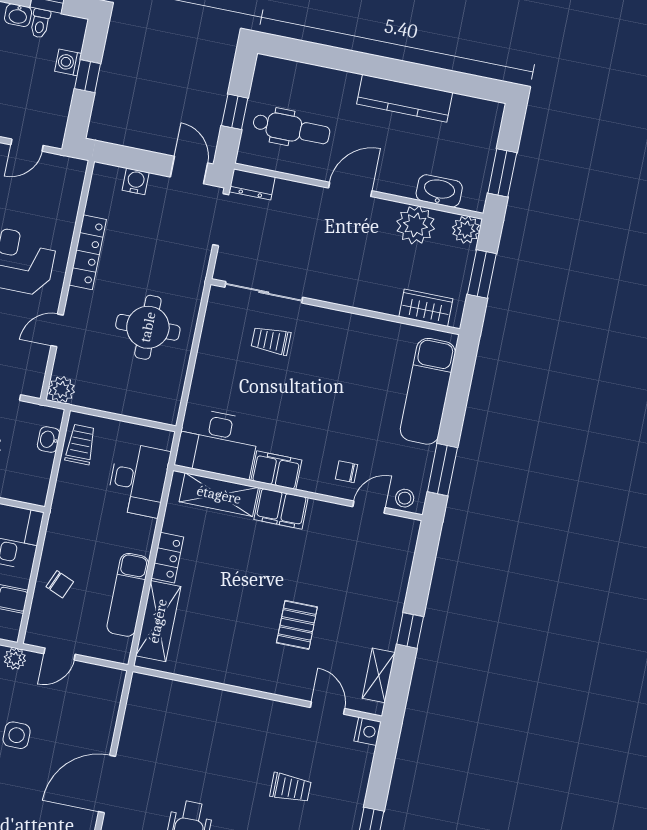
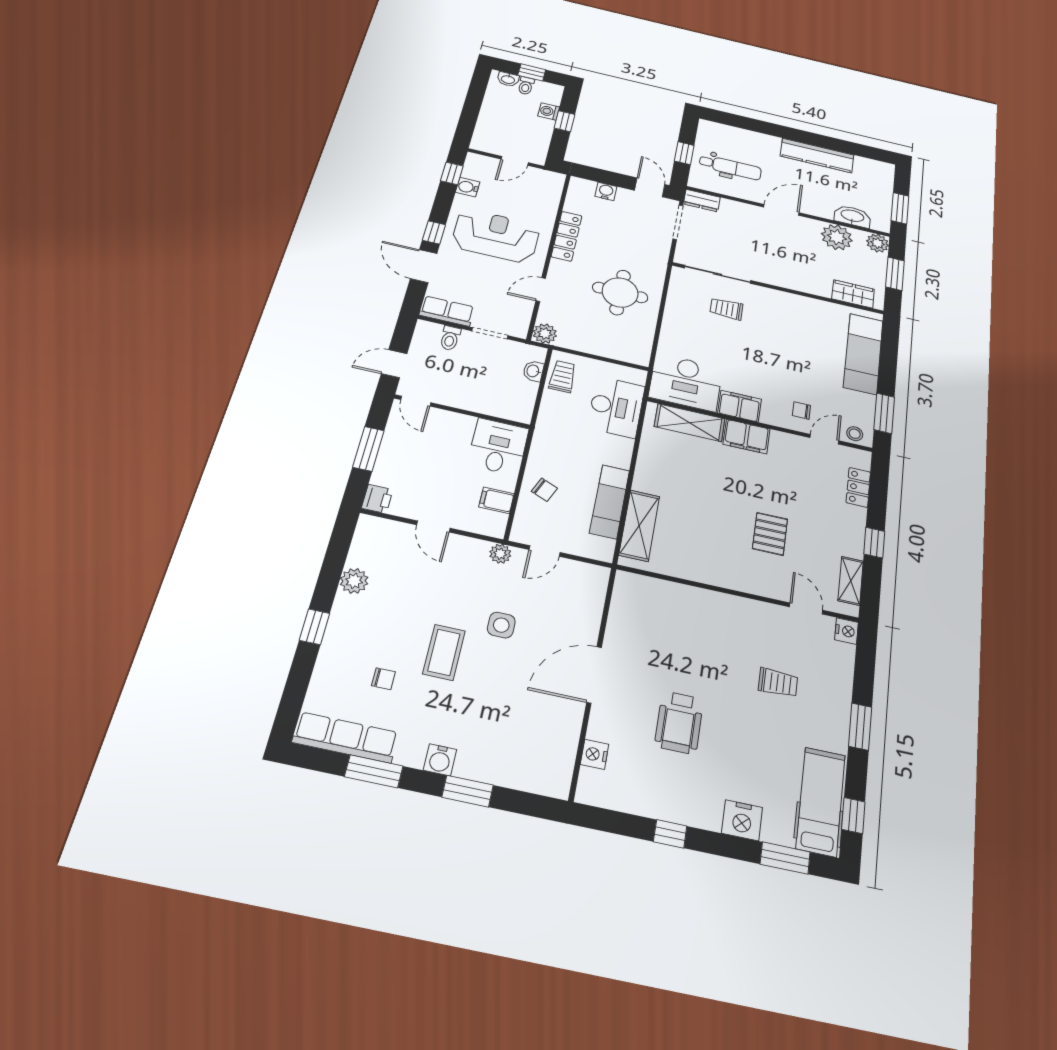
locker: (167, 558) -> (858, 487), moved, turned 180

